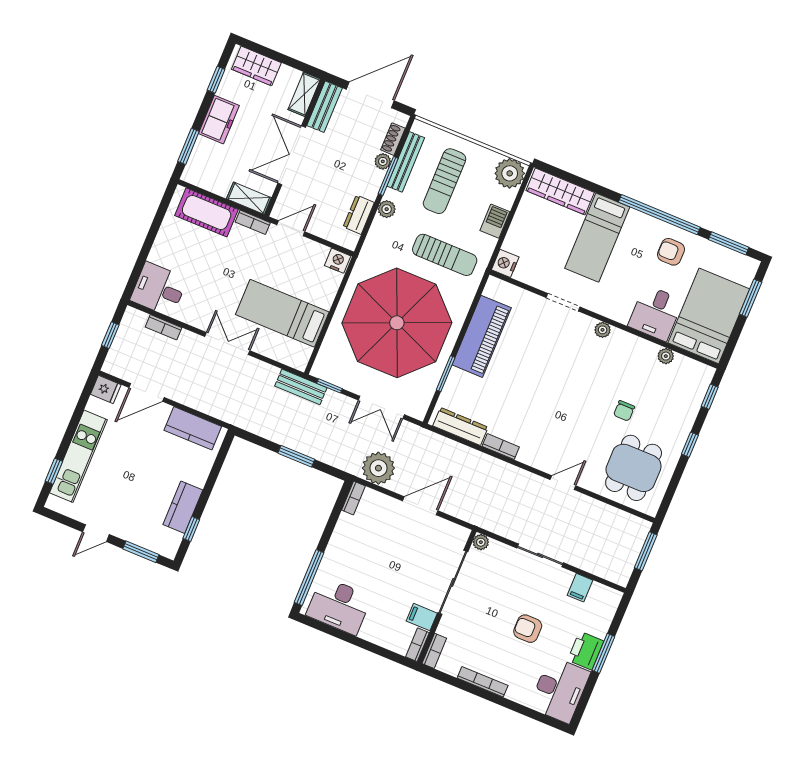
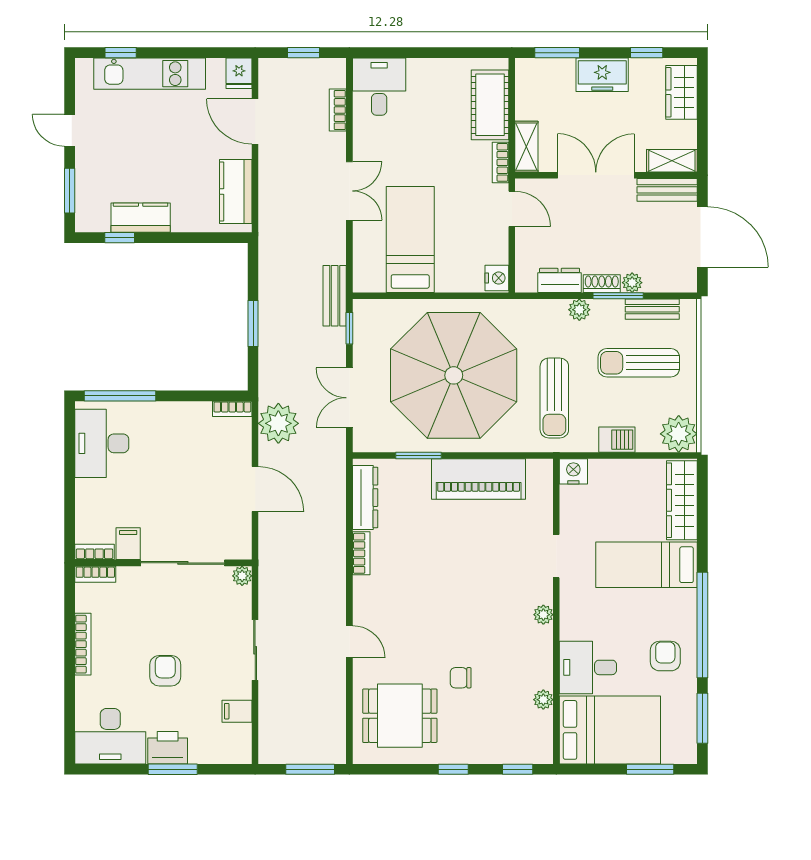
shoe rack: (393, 139) -> (602, 284), moved
bench: (406, 162) -> (652, 309), width x0.73

